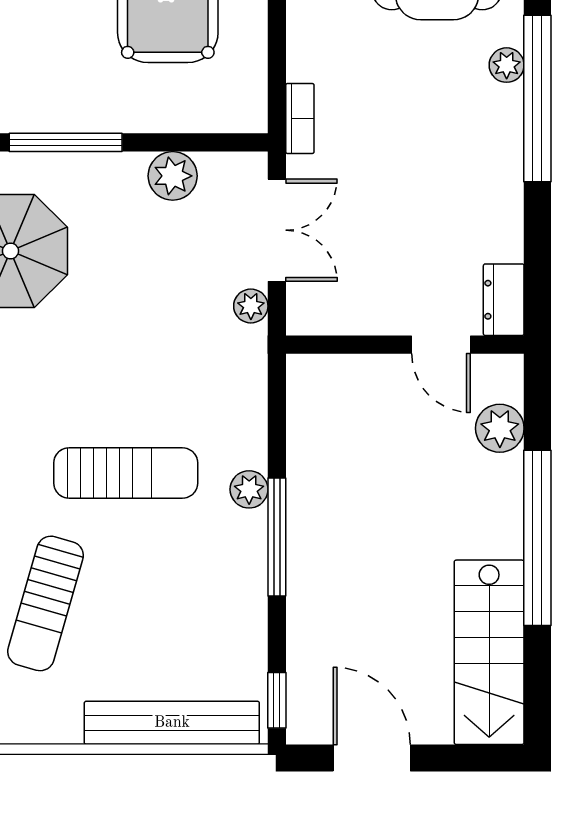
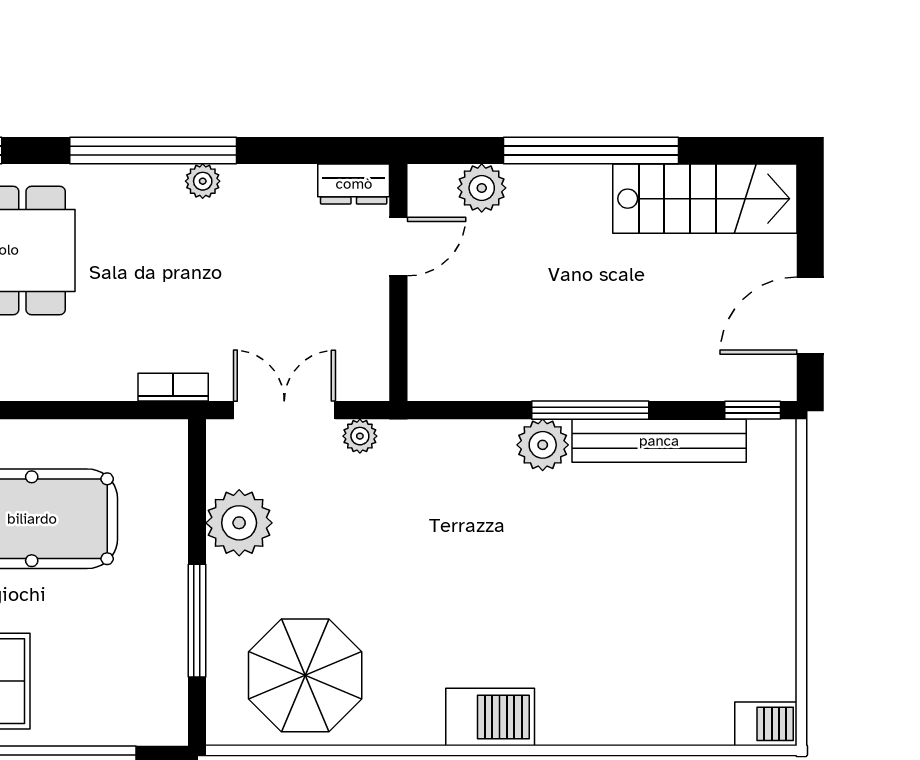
plant: (507, 65) -> (203, 181), moved
plant: (173, 176) -> (239, 523), width x1.36, depth x1.36
sun lounger: (126, 473) -> (526, 561), removed
plant: (249, 489) -> (543, 445), width x1.38, depth x1.38
sun lounger: (46, 603) -> (656, 641), removed
bench: (172, 723) -> (659, 441), moved, turned 90

